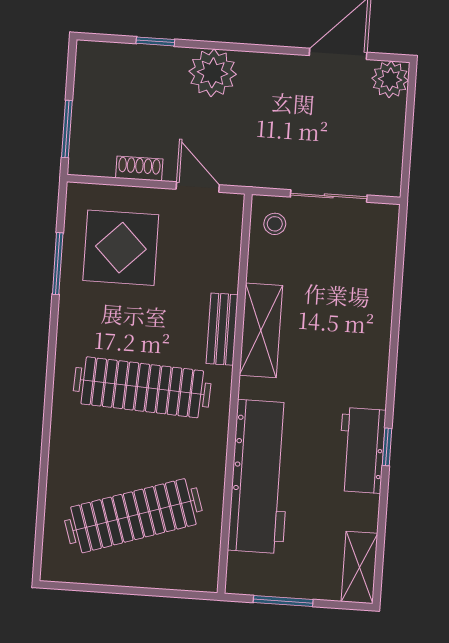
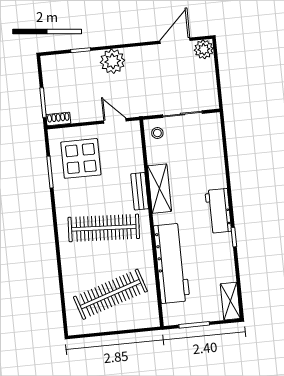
shoe rack: (139, 169) -> (58, 119), moved
workbench: (362, 450) -> (218, 211), moved

